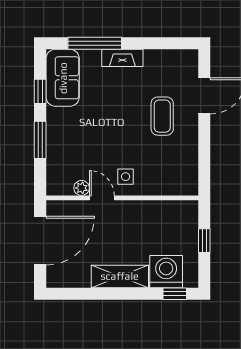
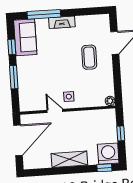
plant: (82, 188) -> (110, 101), moved
washing machine: (166, 272) -> (108, 154), moved

